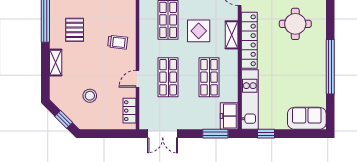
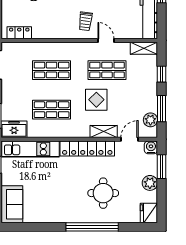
shelving: (232, 35) -> (104, 131), moved
window: (330, 67) -> (92, 227), moved
door: (137, 79) -> (106, 40), moved

